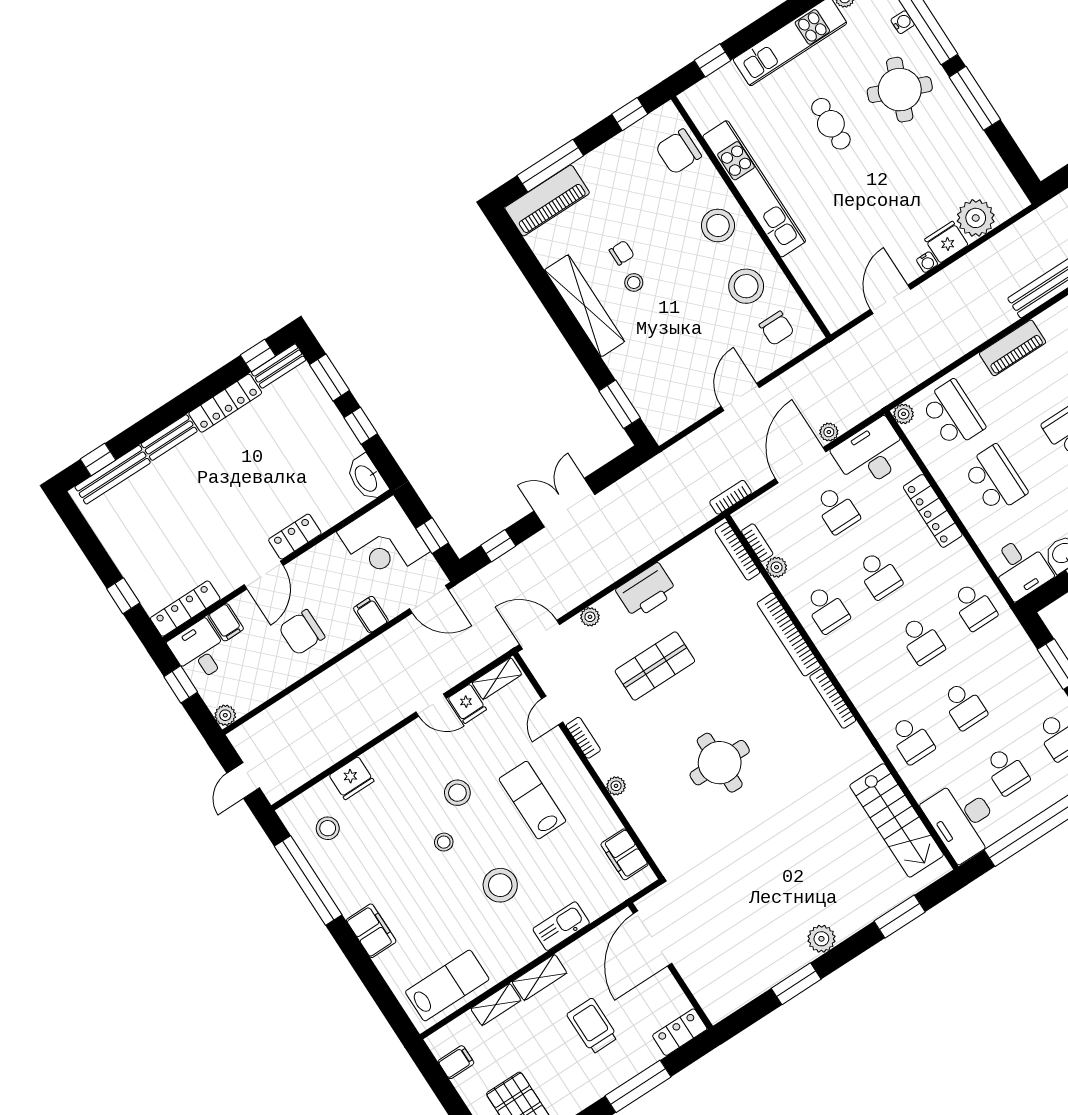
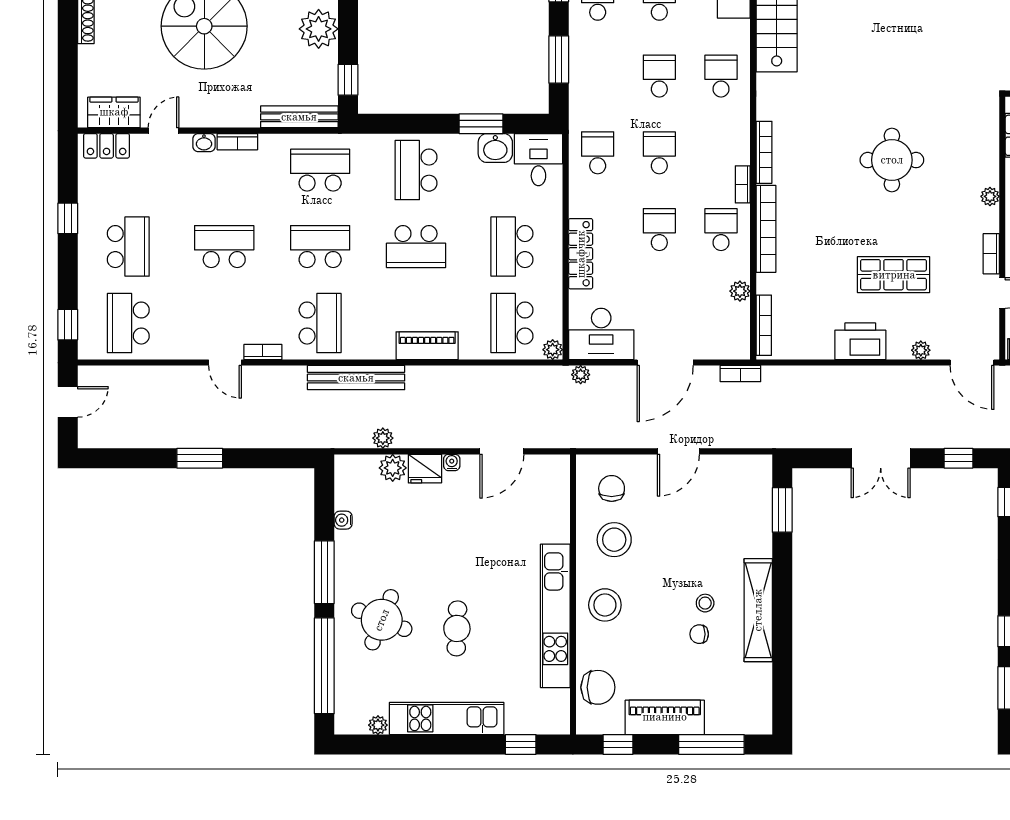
water cooler: (903, 22) -> (343, 520), moved
piano: (547, 201) -> (665, 717), moved
plant: (976, 218) -> (393, 468), width x0.73, depth x0.73
plant: (999, 245) -> (383, 438), added
plant: (829, 432) -> (581, 375), moved
school desk: (837, 510) -> (659, 306), removed
bookcase: (757, 543) -> (743, 184), moved

